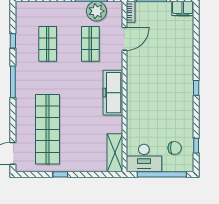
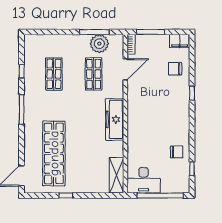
chair: (178, 38) -> (175, 69), added
window: (196, 88) -> (192, 93), moved
chair: (175, 148) -> (177, 152), moved

